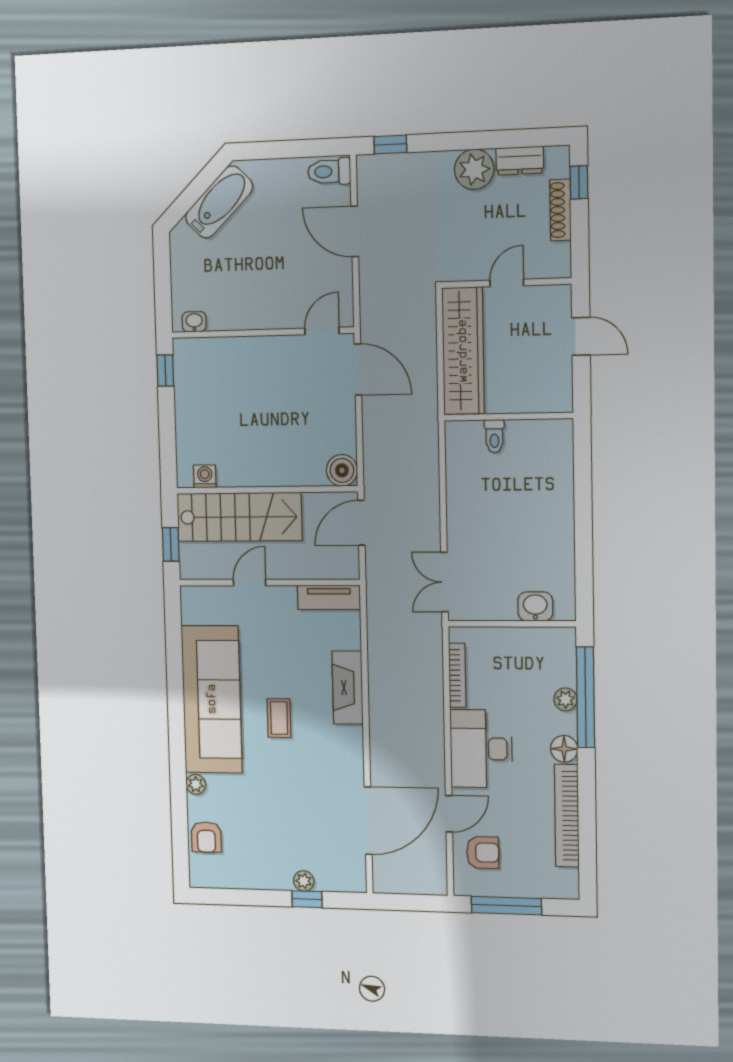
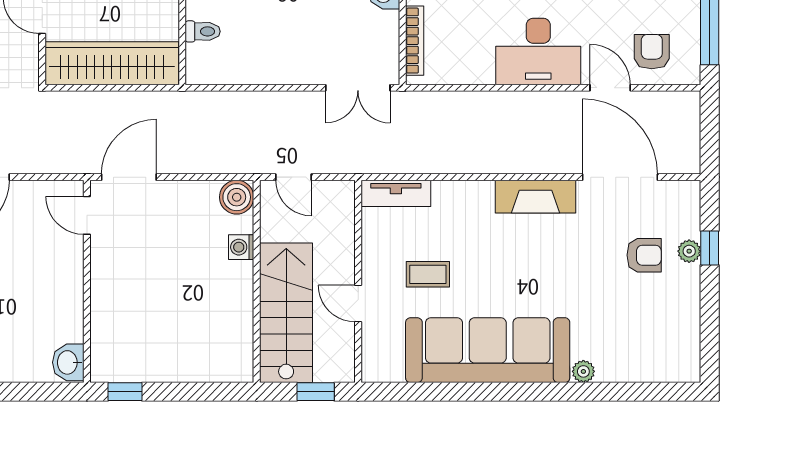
washbasin: (194, 322) -> (68, 362), width x1.38, depth x1.45
washing machine: (205, 476) -> (241, 247), moved
door: (361, 523) -> (293, 177), width x0.73
tv unit: (329, 597) -> (396, 193), moved, turned 90
bookcase: (457, 675) -> (415, 41), moved, turned 90
fireplace: (348, 688) -> (535, 197), moved
coffee table: (279, 718) -> (428, 274), moved
armchair: (206, 837) -> (644, 255), moved

